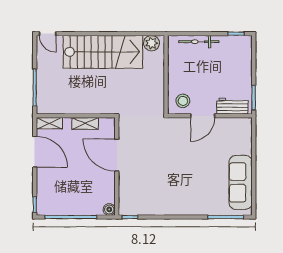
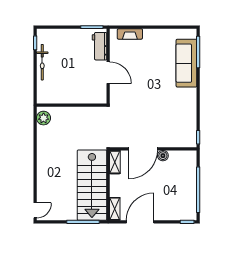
bicycle: (199, 42) -> (42, 62), moved
stairs: (103, 52) -> (92, 185), moved, turned 180
stool: (183, 101) -> (95, 90), removed
shelving: (85, 123) -> (115, 162), moved
fireplace: (246, 140) -> (130, 34), added
sofa: (241, 182) -> (186, 63), moved, turned 90
boiler: (109, 209) -> (163, 156), moved

